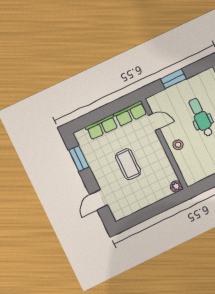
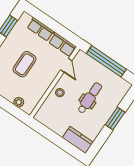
window: (173, 79) -> (106, 61), width x2.11
plant: (176, 186) -> (19, 102), moved

